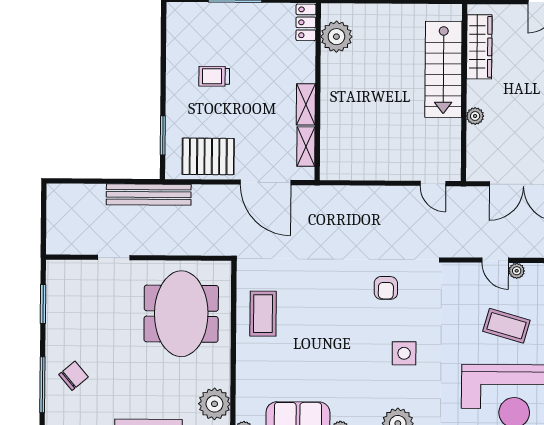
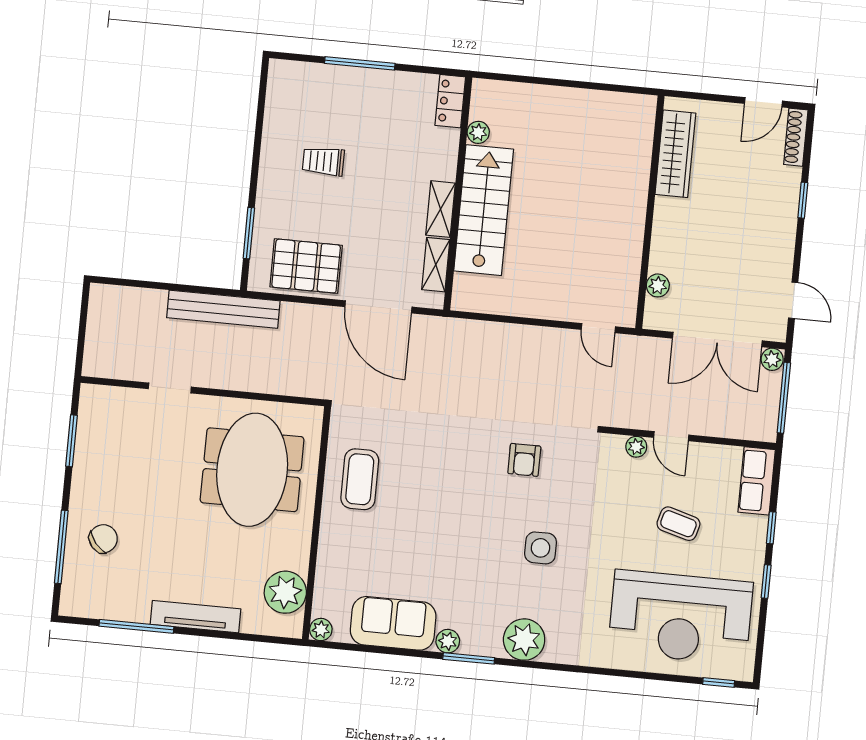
plant: (336, 37) -> (478, 132), width x0.53, depth x0.53
stairs: (443, 69) -> (484, 210), moved, turned 180
plant: (475, 116) -> (658, 285), moved
plant: (517, 271) -> (636, 447), moved
coffee table: (506, 326) -> (678, 524), width x0.73, depth x0.77

